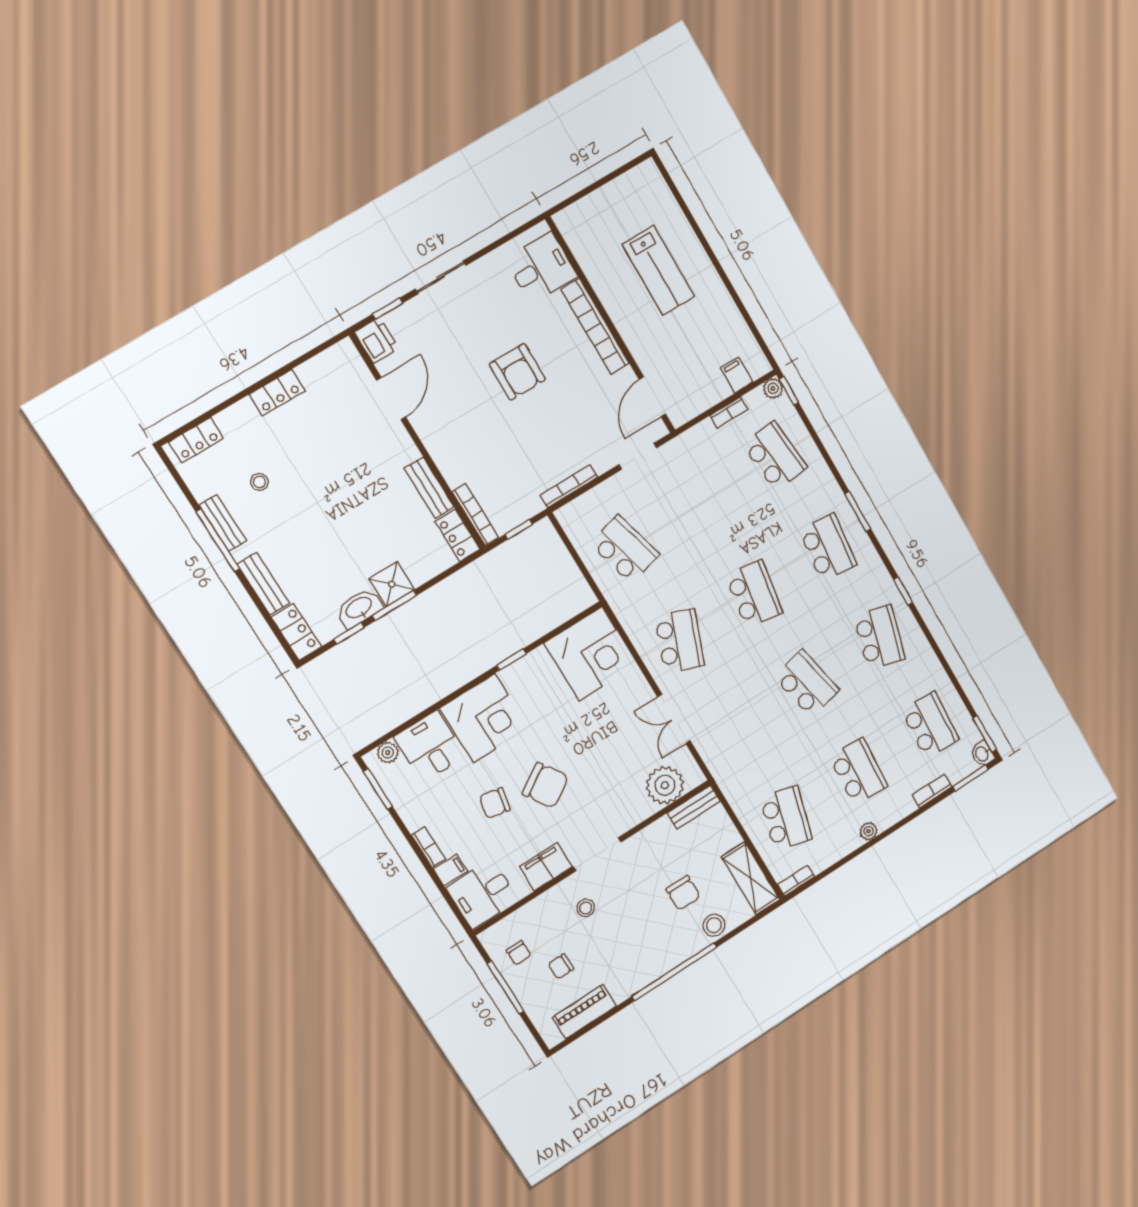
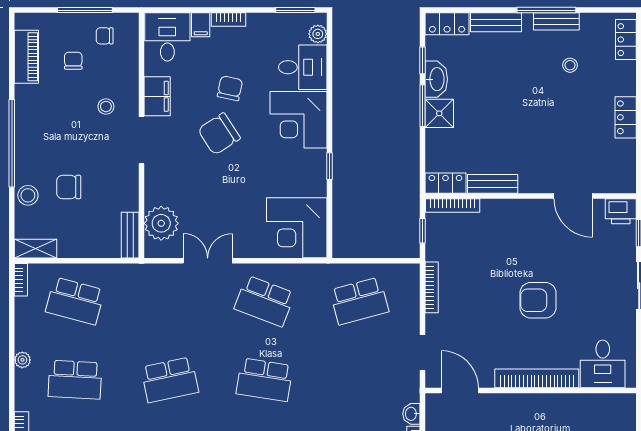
washbasin: (703, 431) -> (411, 414), added
shelving: (751, 878) -> (35, 249), width x0.67, depth x0.75

